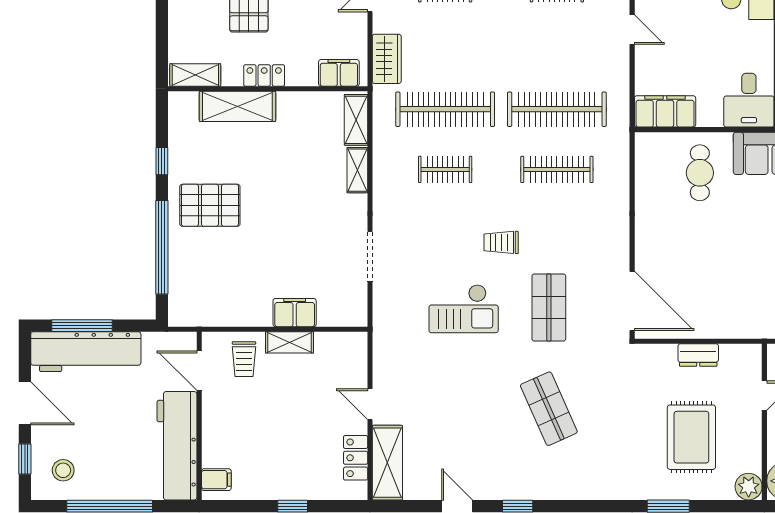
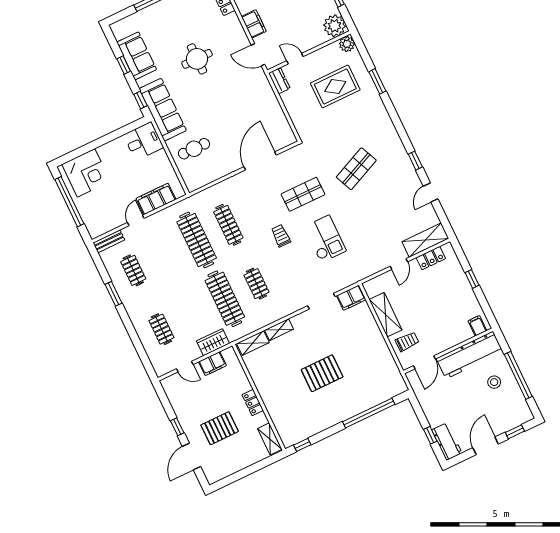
filing cabinet: (339, 73) -> (212, 364), moved, turned -90
shelving: (237, 106) -> (276, 409), removed
filing cabinet: (665, 111) -> (156, 199), moved, turned 90
window: (162, 161) -> (302, 445), moved
pallet: (210, 205) -> (322, 373), moved, turned 90
trolley: (501, 242) -> (281, 236), turned 180
door: (632, 301) -> (260, 161), moved
filing cabinet: (295, 313) -> (351, 298), moved, turned -90
window: (82, 326) -> (430, 435), width x0.46
shelving: (290, 342) -> (386, 315), width x1.50, depth x1.33
workbench: (86, 352) -> (447, 441), width x0.53, depth x0.76
dresser: (698, 355) -> (279, 81), moved
stool: (63, 470) -> (494, 382), moved

